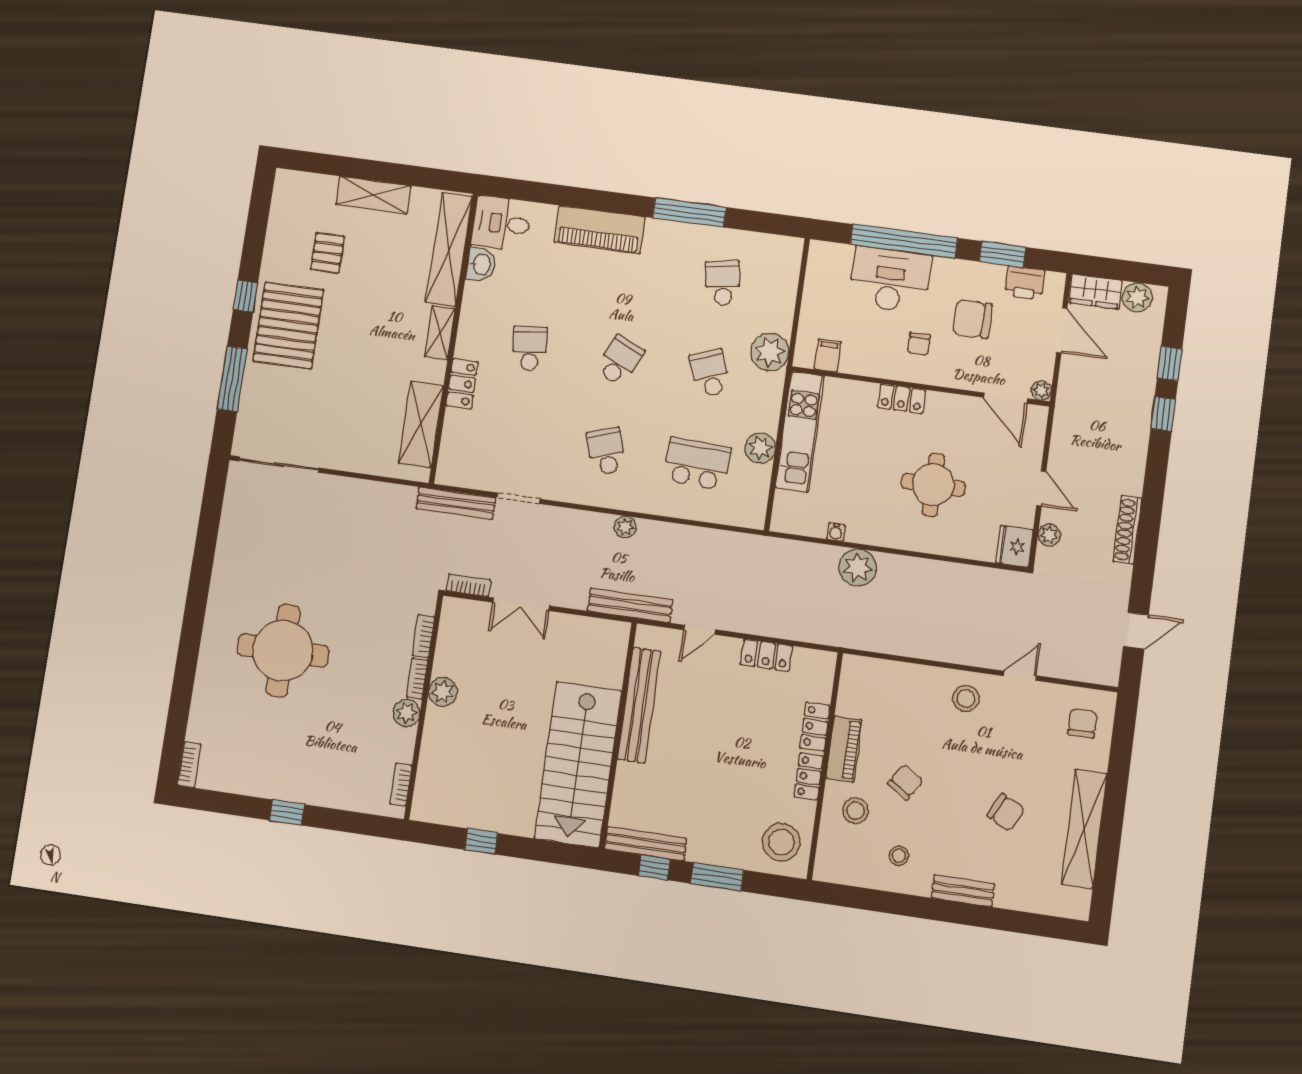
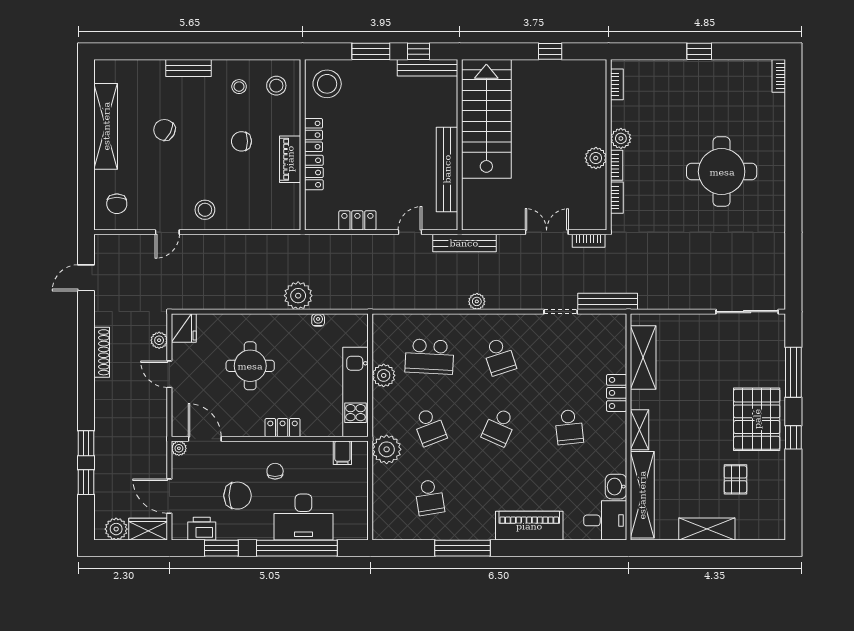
chair: (905, 782) -> (241, 141), turned 57
stool: (855, 811) -> (276, 86), moved

